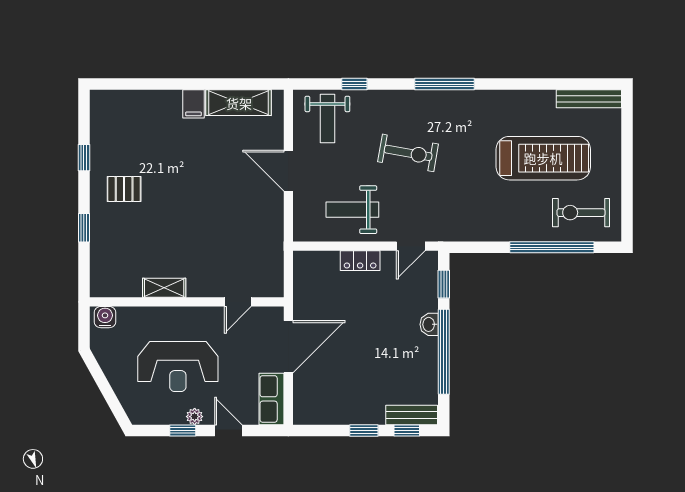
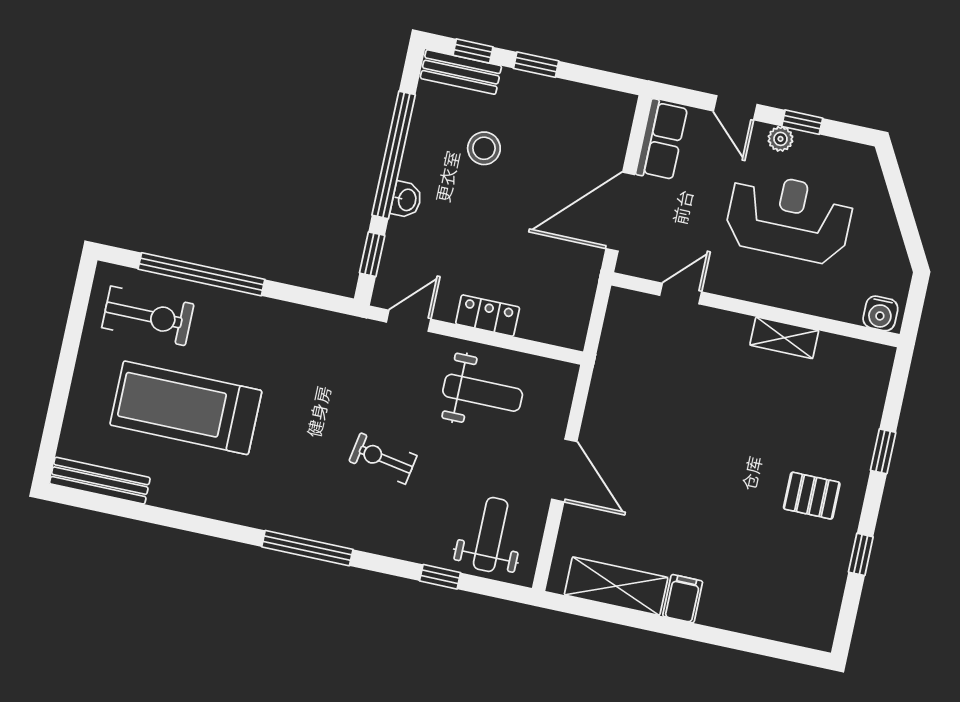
exercise bike: (408, 153) -> (383, 458), width x0.73, depth x0.72
stool: (386, 369) -> (484, 148), added

